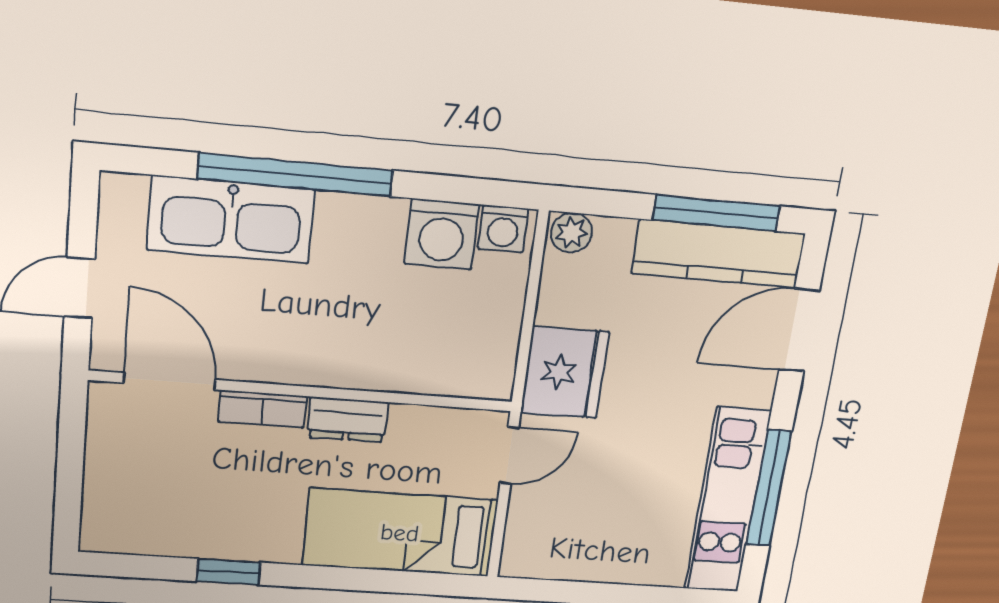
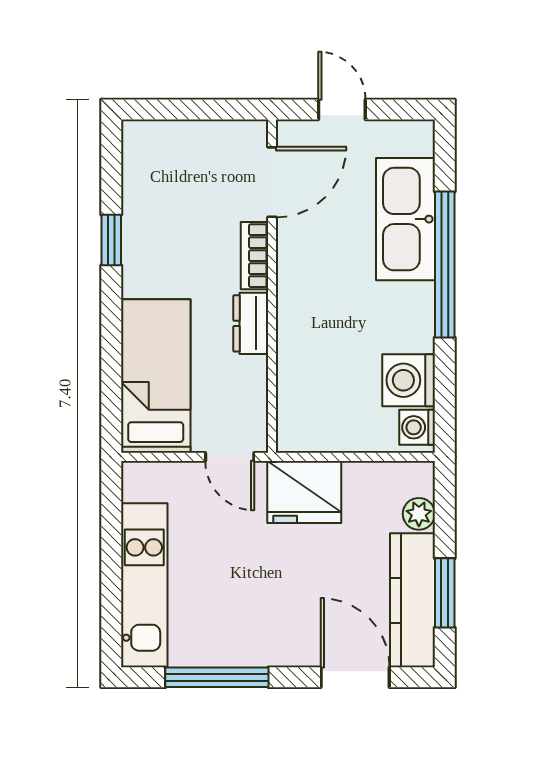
window: (716, 213) -> (445, 593), width x0.69
plant: (572, 233) -> (419, 514), moved
kitchen unit: (727, 501) -> (144, 585), moved, turned 90

